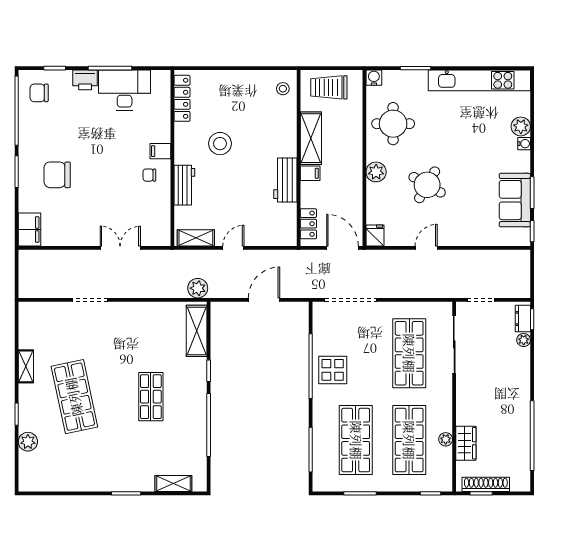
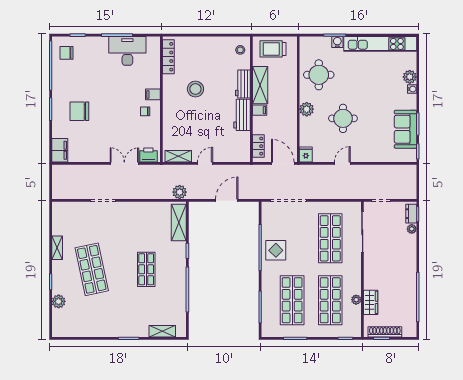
water cooler: (374, 78) -> (337, 42), moved
printer: (85, 80) -> (148, 155), moved, turned 180
workbench: (184, 185) -> (243, 84), moved, turned 180
round table: (427, 185) -> (343, 118), turned -30

